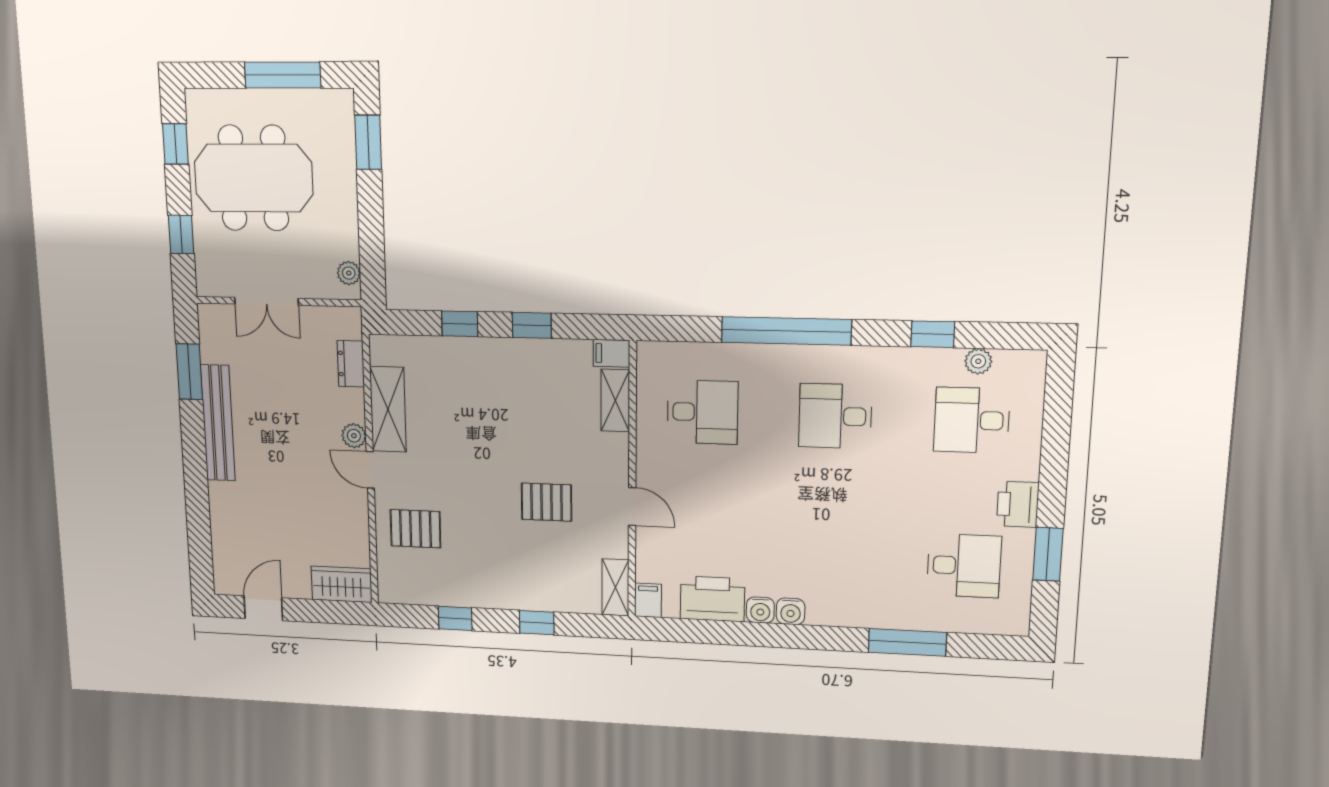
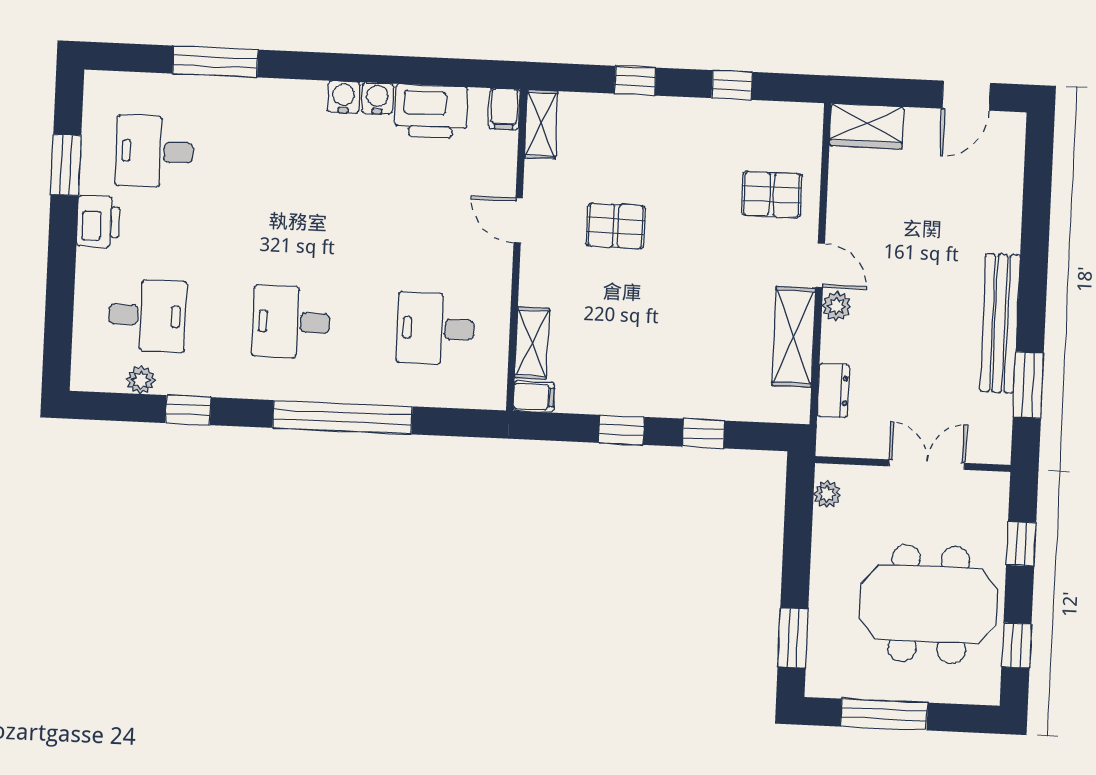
desk: (835, 416) -> (291, 322), turned 180

